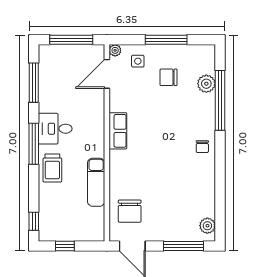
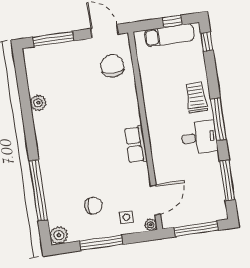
plant: (206, 84) -> (59, 235), moved
chair: (202, 147) -> (49, 141), removed
exam couch: (96, 182) -> (169, 35), moved, turned 90
plant: (207, 226) -> (38, 103), moved

